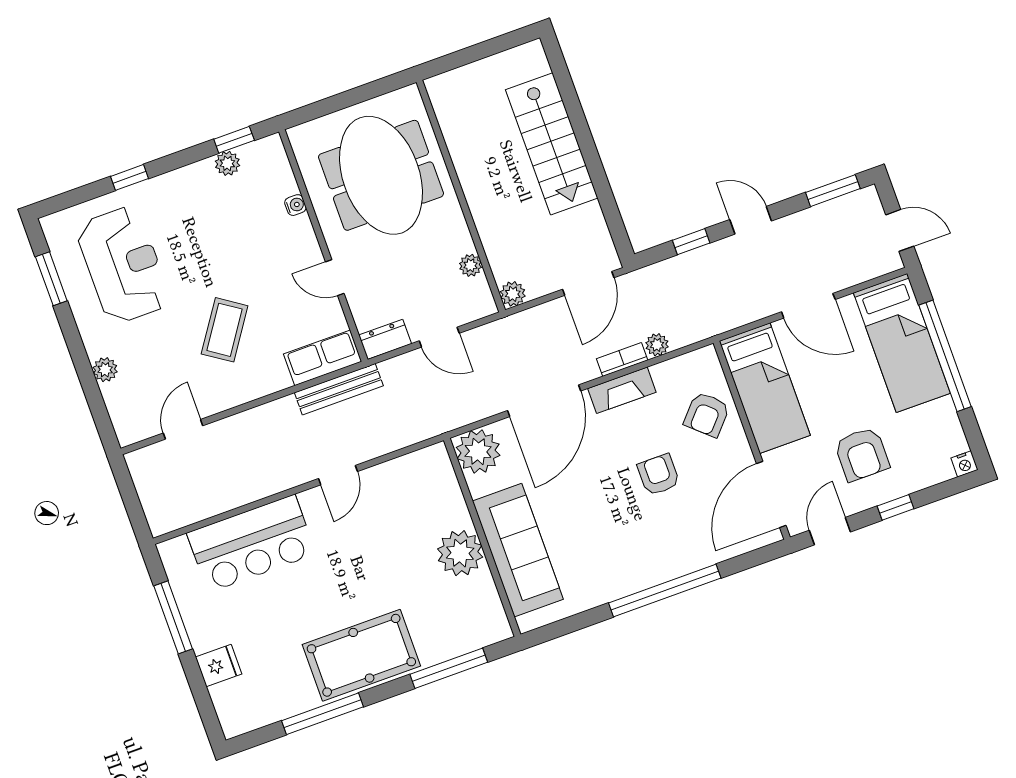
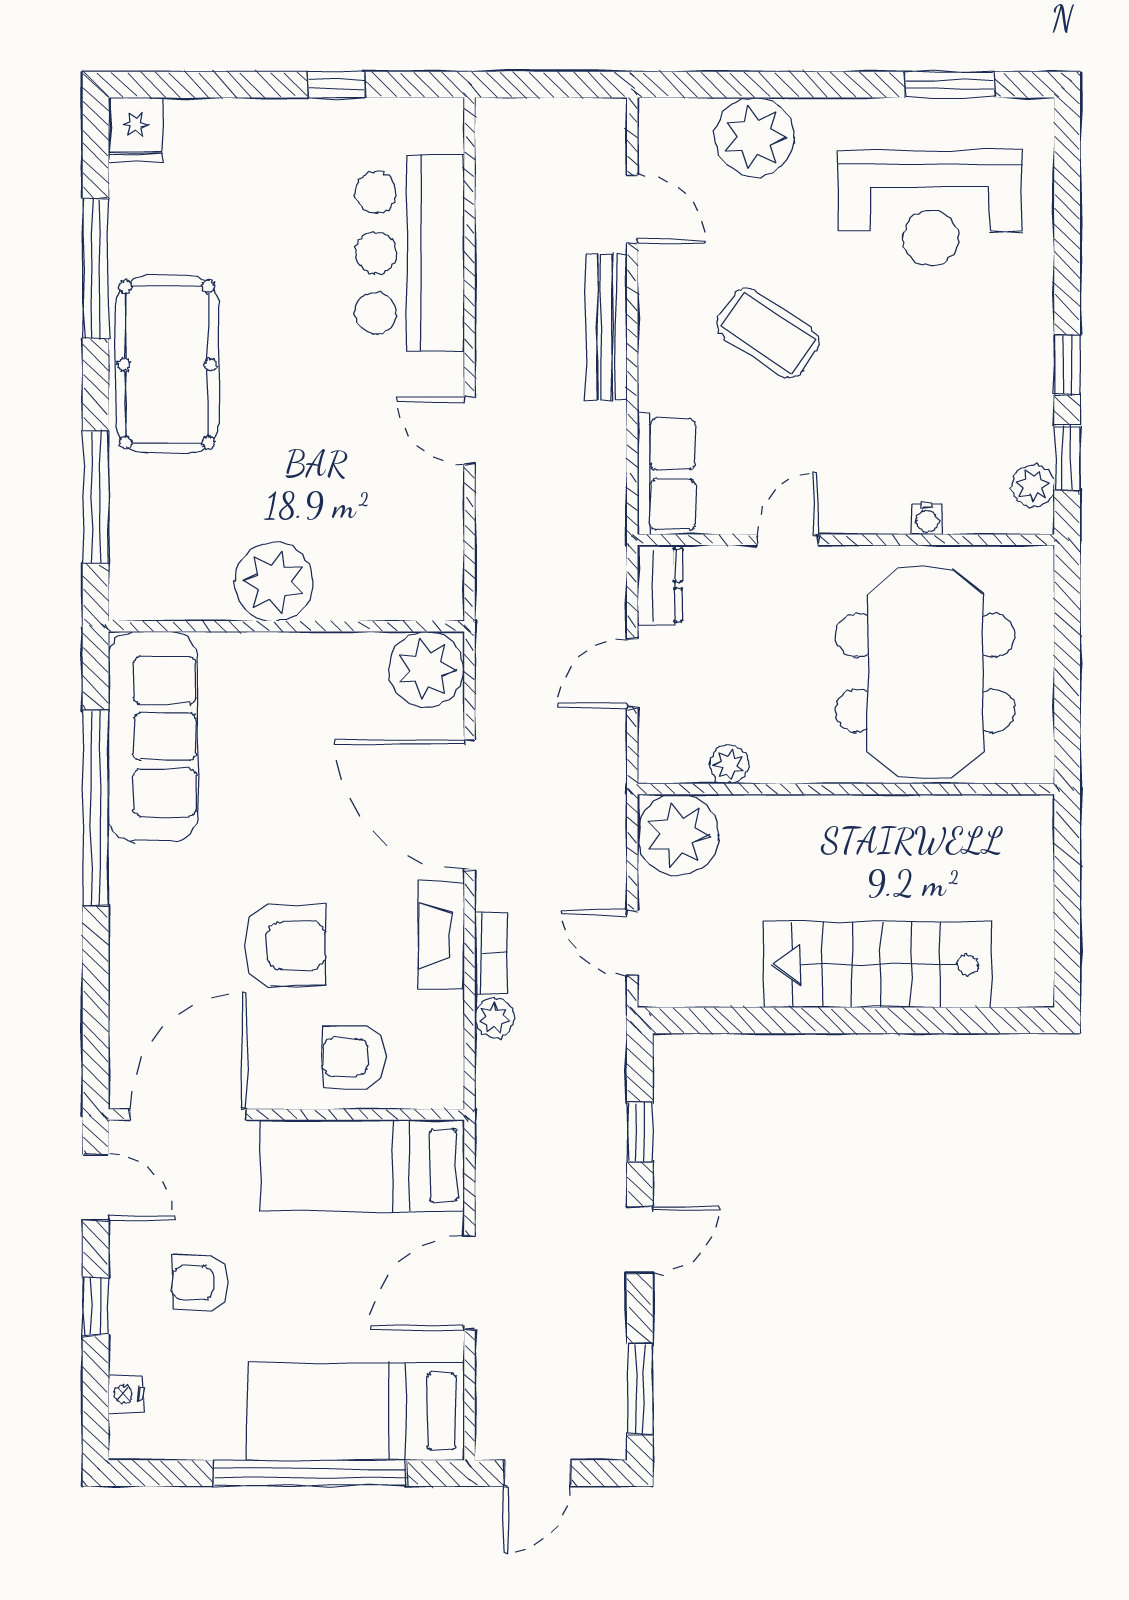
plant: (227, 163) -> (1033, 486), moved
meeting table: (381, 175) -> (925, 673), turned 90
window: (130, 177) -> (1067, 365), moved
door: (588, 283) -> (632, 943), width x0.73
plant: (513, 294) -> (678, 835), width x1.88, depth x1.88
plant: (105, 370) -> (755, 137), width x1.87, depth x1.87
bench: (339, 389) -> (607, 327), moved
armchair: (707, 414) -> (354, 1057), turned -42
armchair: (862, 454) -> (201, 1283), width x0.72, depth x0.72
nightstand: (964, 464) -> (126, 1394), moved
armchair: (659, 475) -> (285, 945), width x1.38, depth x1.38
door: (771, 495) -> (188, 1115), hinge flipped
sofa: (518, 550) -> (153, 737), moved, turned -90
window: (665, 591) -> (96, 808), moved
window: (173, 617) -> (336, 85), width x0.46
fridge: (219, 665) -> (135, 130), moved

